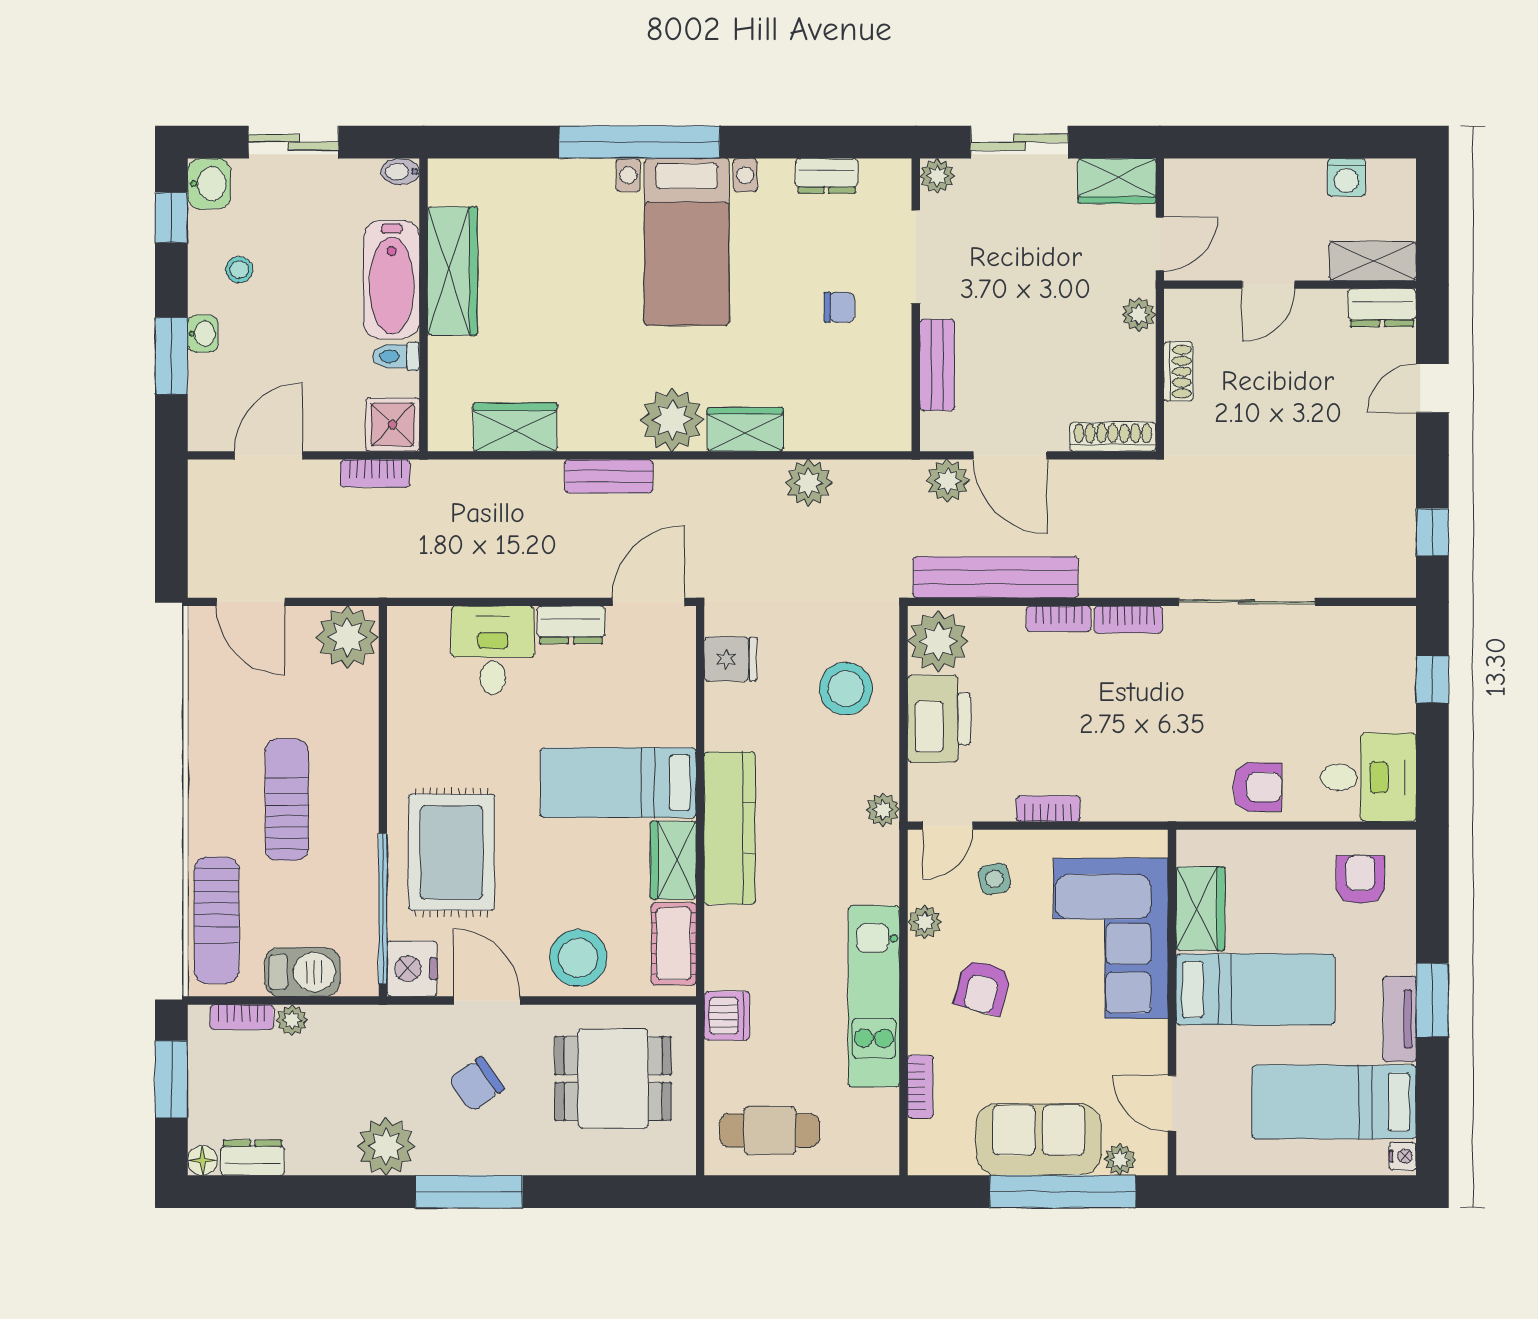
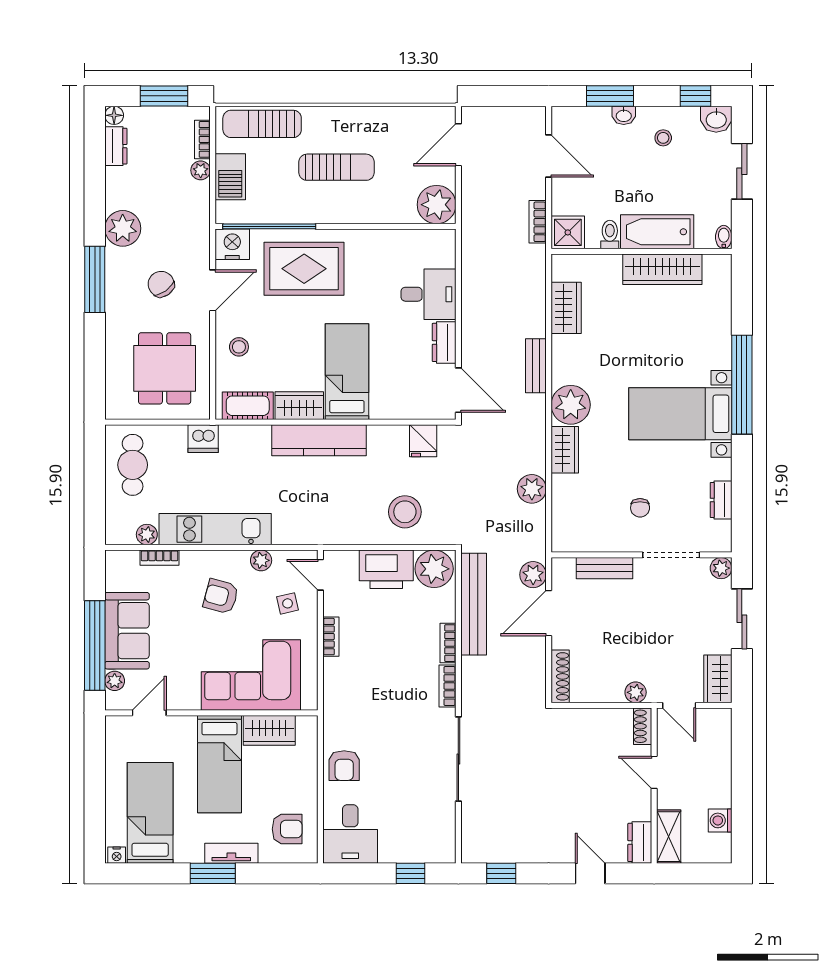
shoe rack: (1178, 372) -> (643, 726), moved, turned 90
plant: (883, 810) -> (147, 535), moved
stool: (578, 958) -> (239, 347), width x0.53, depth x0.53
tv unit: (1400, 1019) -> (231, 853), moved

